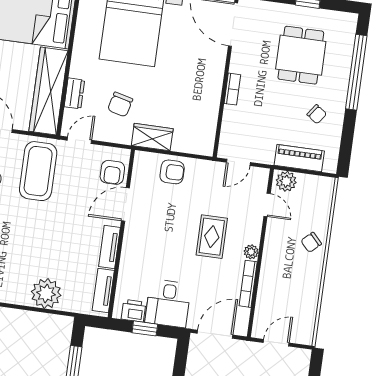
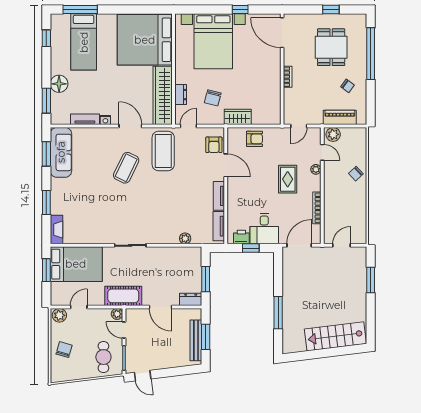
door: (125, 204) -> (226, 165), swing flipped
plant: (251, 252) -> (316, 169), moved
plant: (46, 293) -> (185, 238), width x0.53, depth x0.53

